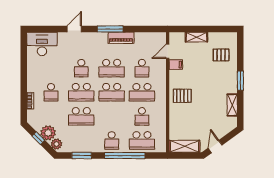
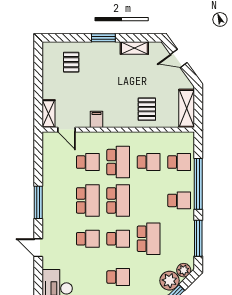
shelving: (196, 37) -> (48, 114), moved
piano: (121, 38) -> (49, 189), removed
filing cabinet: (176, 65) -> (97, 119), moved
school desk: (81, 92) -> (118, 239), width x0.54
pallet: (182, 96) -> (147, 109), moved
school desk: (142, 140) -> (179, 162), width x0.54
door: (215, 147) -> (179, 58), moved
window: (82, 156) -> (198, 238), width x1.44

